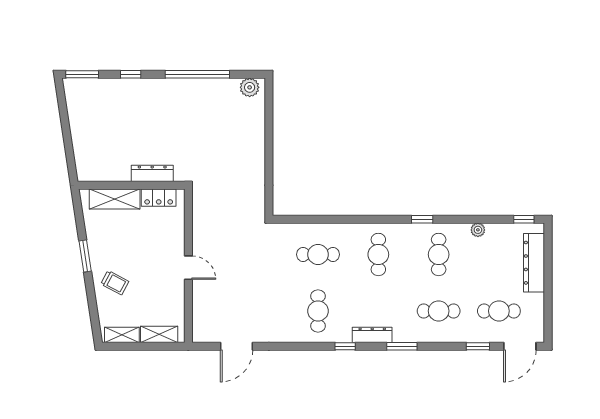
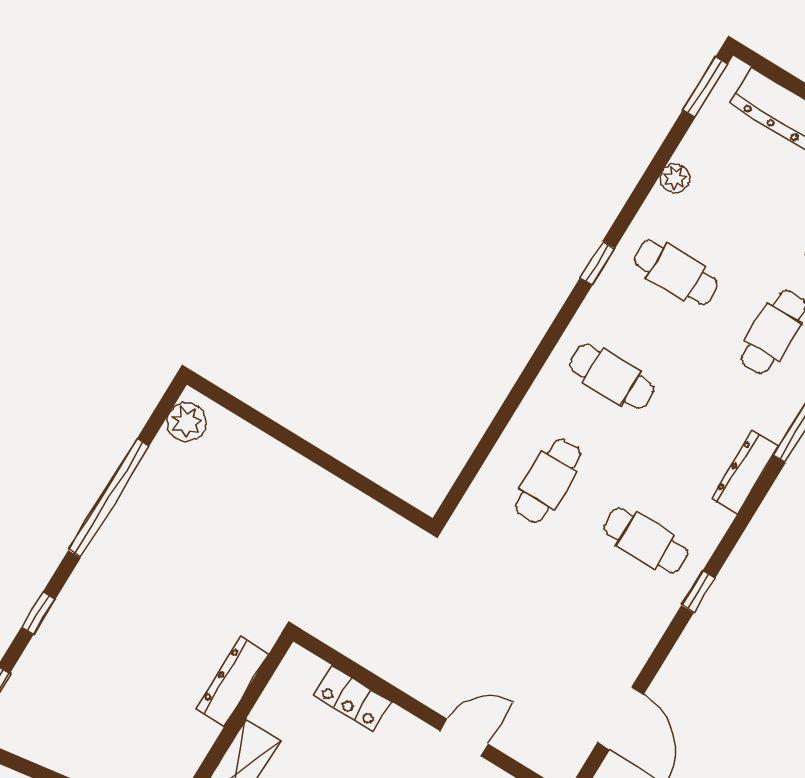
locker: (159, 198) -> (353, 698), moved, turned 90
window: (524, 219) -> (705, 87), width x1.50
door: (188, 268) -> (464, 737), moved
window: (345, 346) -> (698, 592), moved

